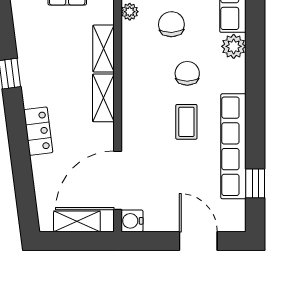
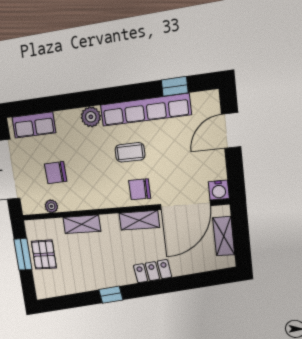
plant: (234, 46) -> (91, 117), moved
chair: (187, 73) -> (140, 189), moved
shelving: (103, 98) -> (139, 220), moved
door: (118, 180) -> (185, 205), hinge flipped

